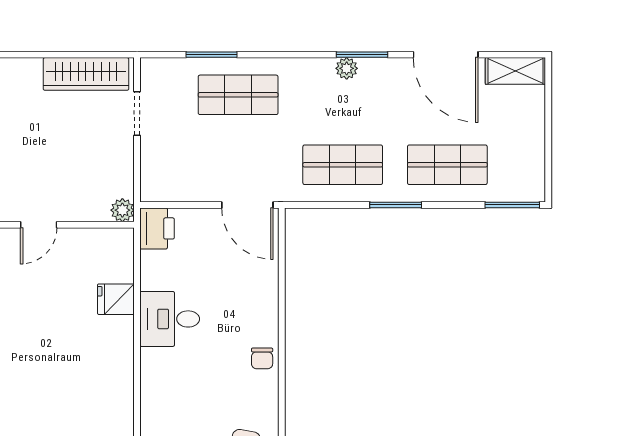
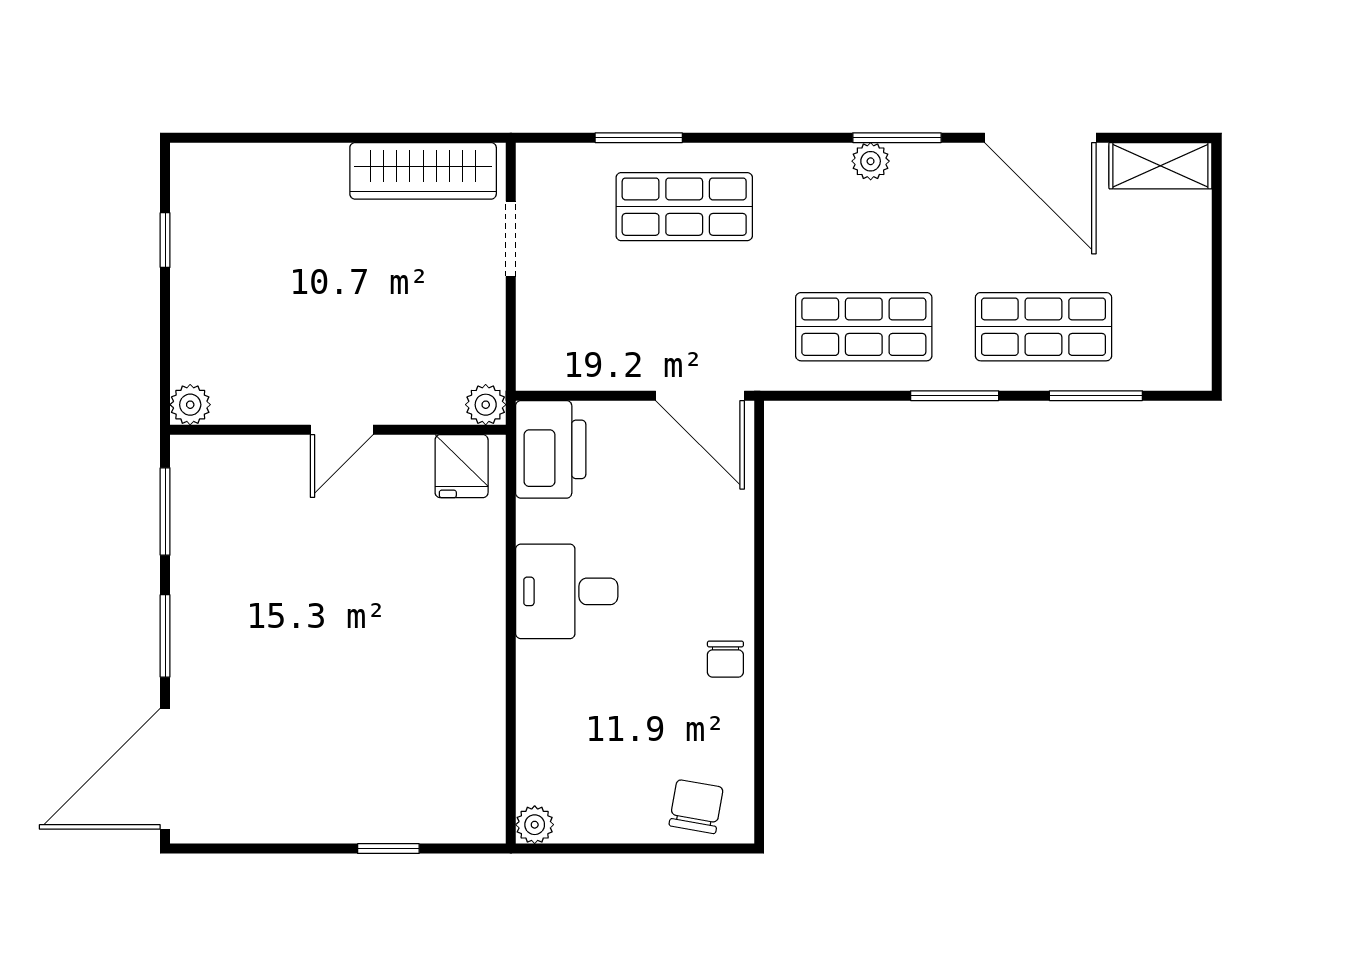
window: (512, 205) -> (1096, 396), moved
printer: (157, 228) -> (551, 449), width x1.37, depth x1.19
fridge: (116, 299) -> (462, 466), moved, turned -90

